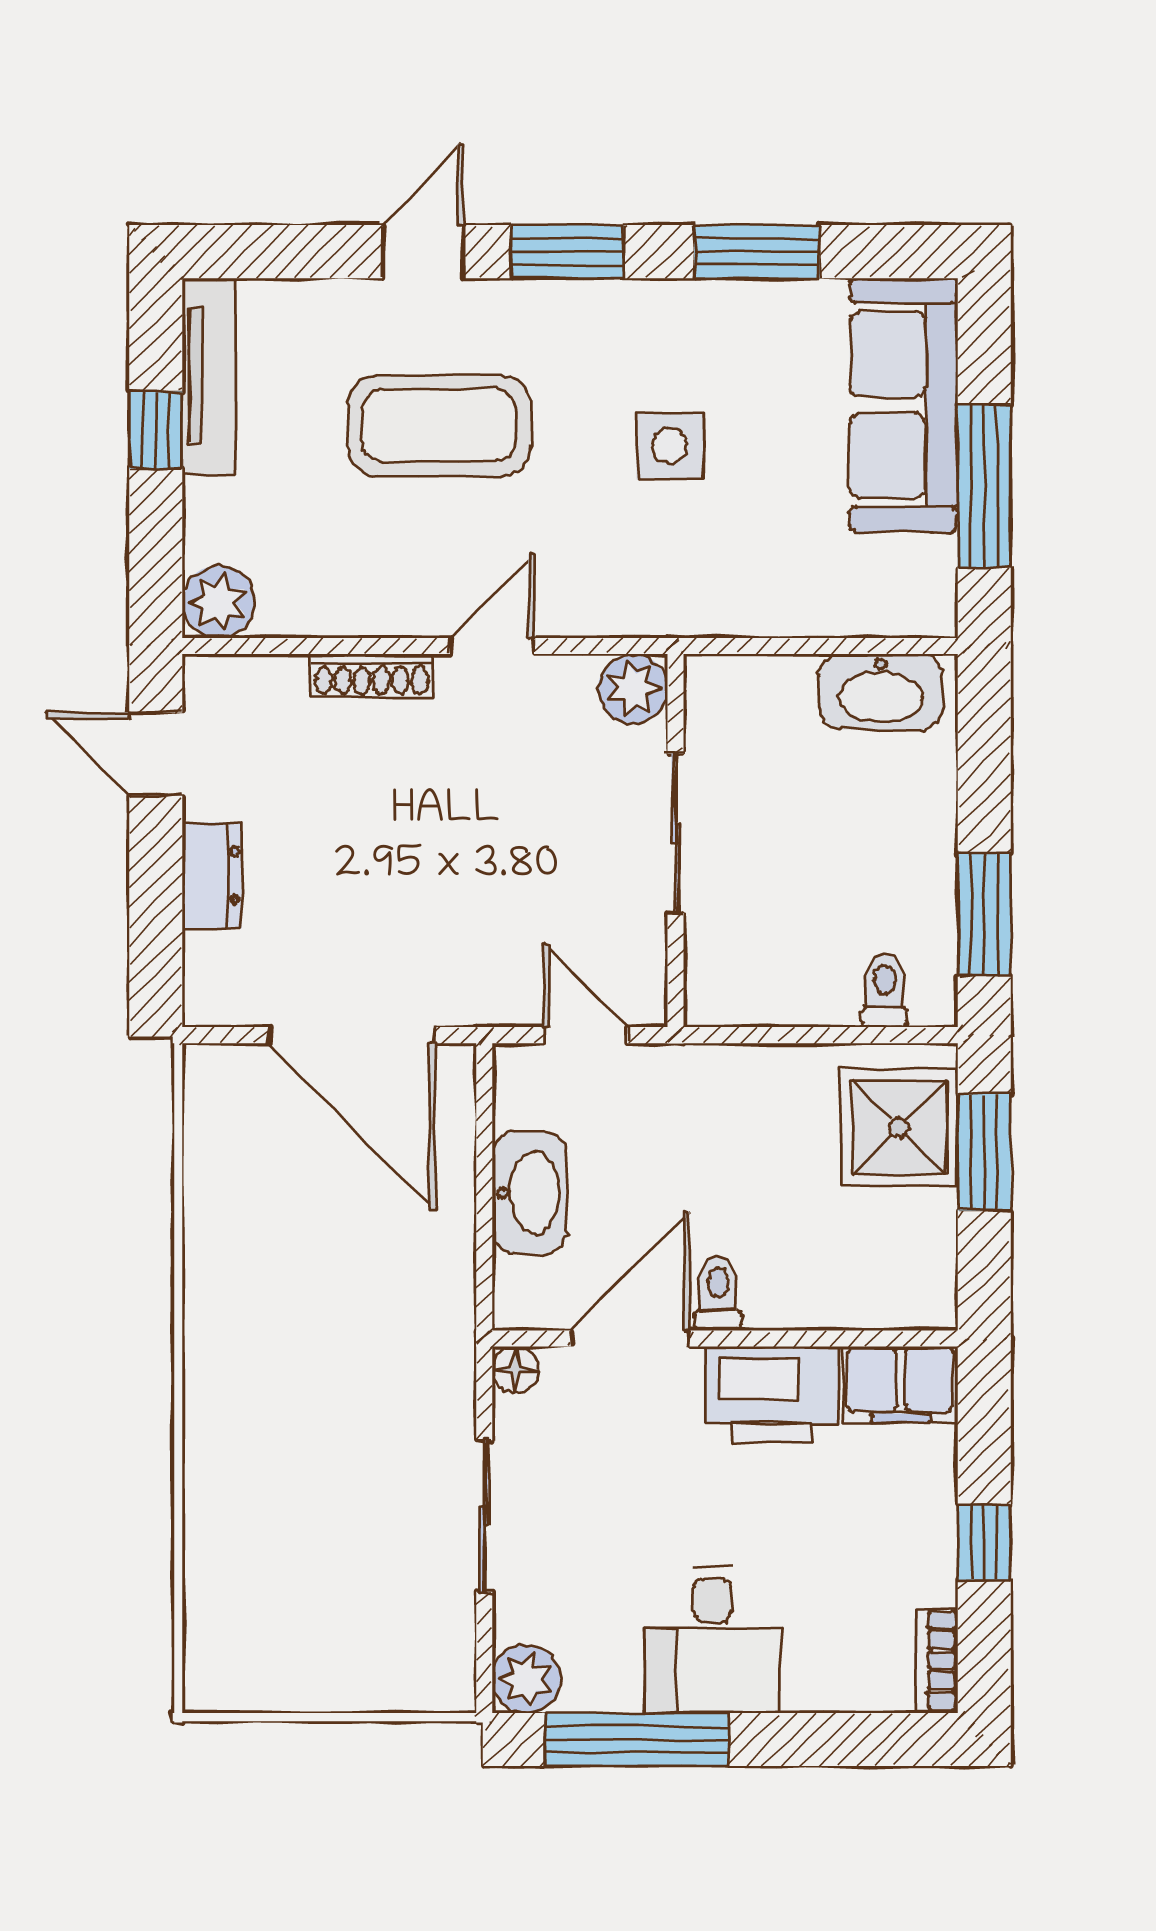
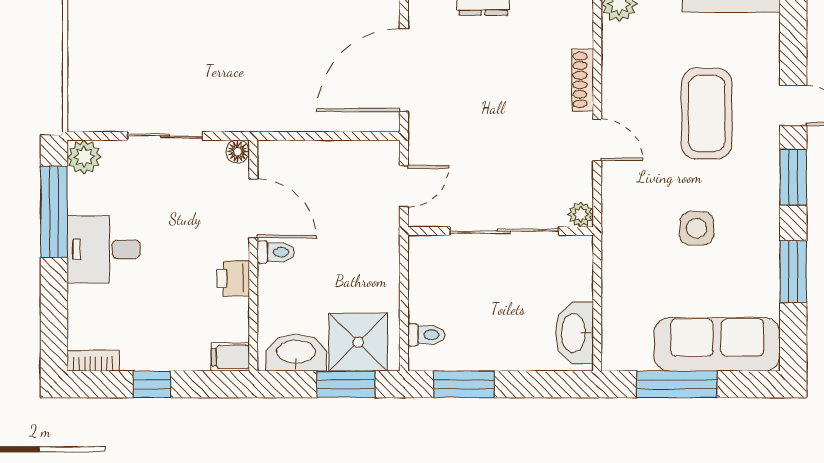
plant: (633, 689) -> (581, 214), width x0.73, depth x0.73
sliding door: (675, 833) -> (504, 231), width x1.37
washbasin: (529, 1193) -> (296, 353), moved, turned 180
filing cabinet: (901, 1385) -> (230, 357), width x0.50
printer: (771, 1395) -> (233, 278), width x0.53, depth x0.68

